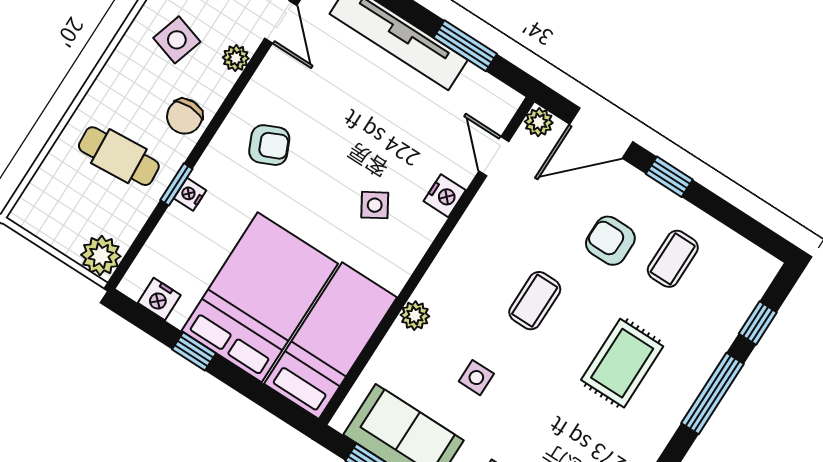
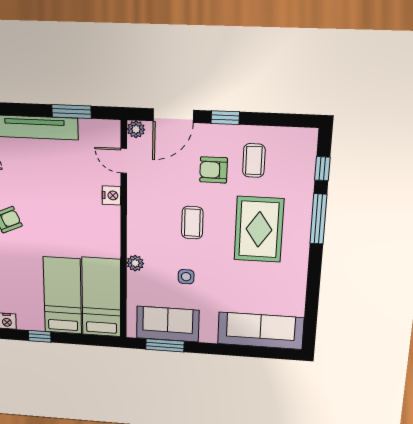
side table: (375, 205) -> (79, 220), removed
bed: (260, 297) -> (62, 296), width x0.67
rug: (622, 363) -> (259, 229), width x1.36, depth x1.43

